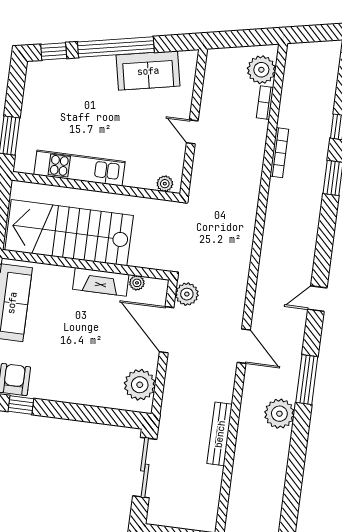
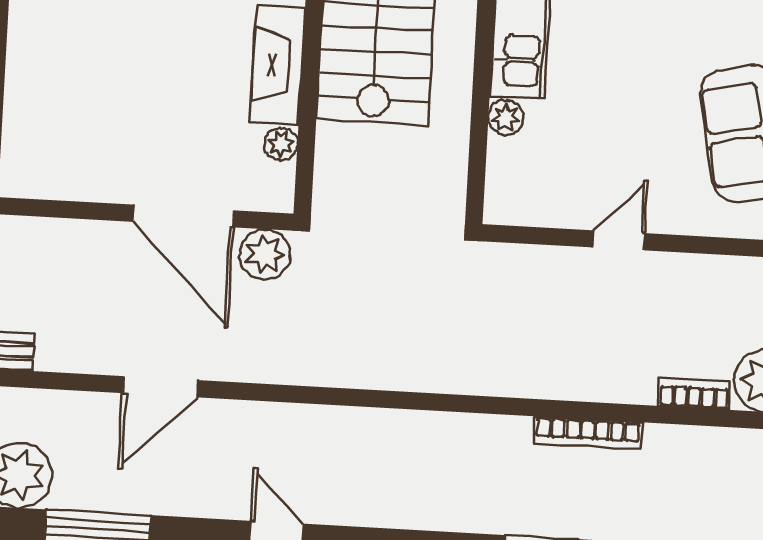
plant: (165, 184) -> (506, 117), moved
door: (167, 330) -> (184, 216), swing flipped
plant: (140, 385) -> (60, 166), removed

